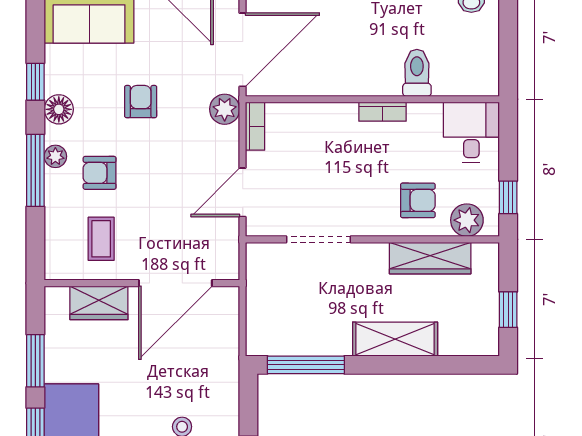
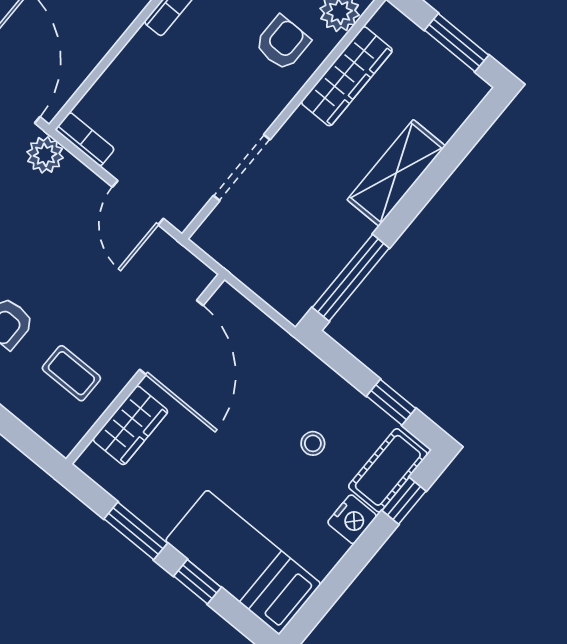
window: (508, 310) -> (457, 43), width x1.50

